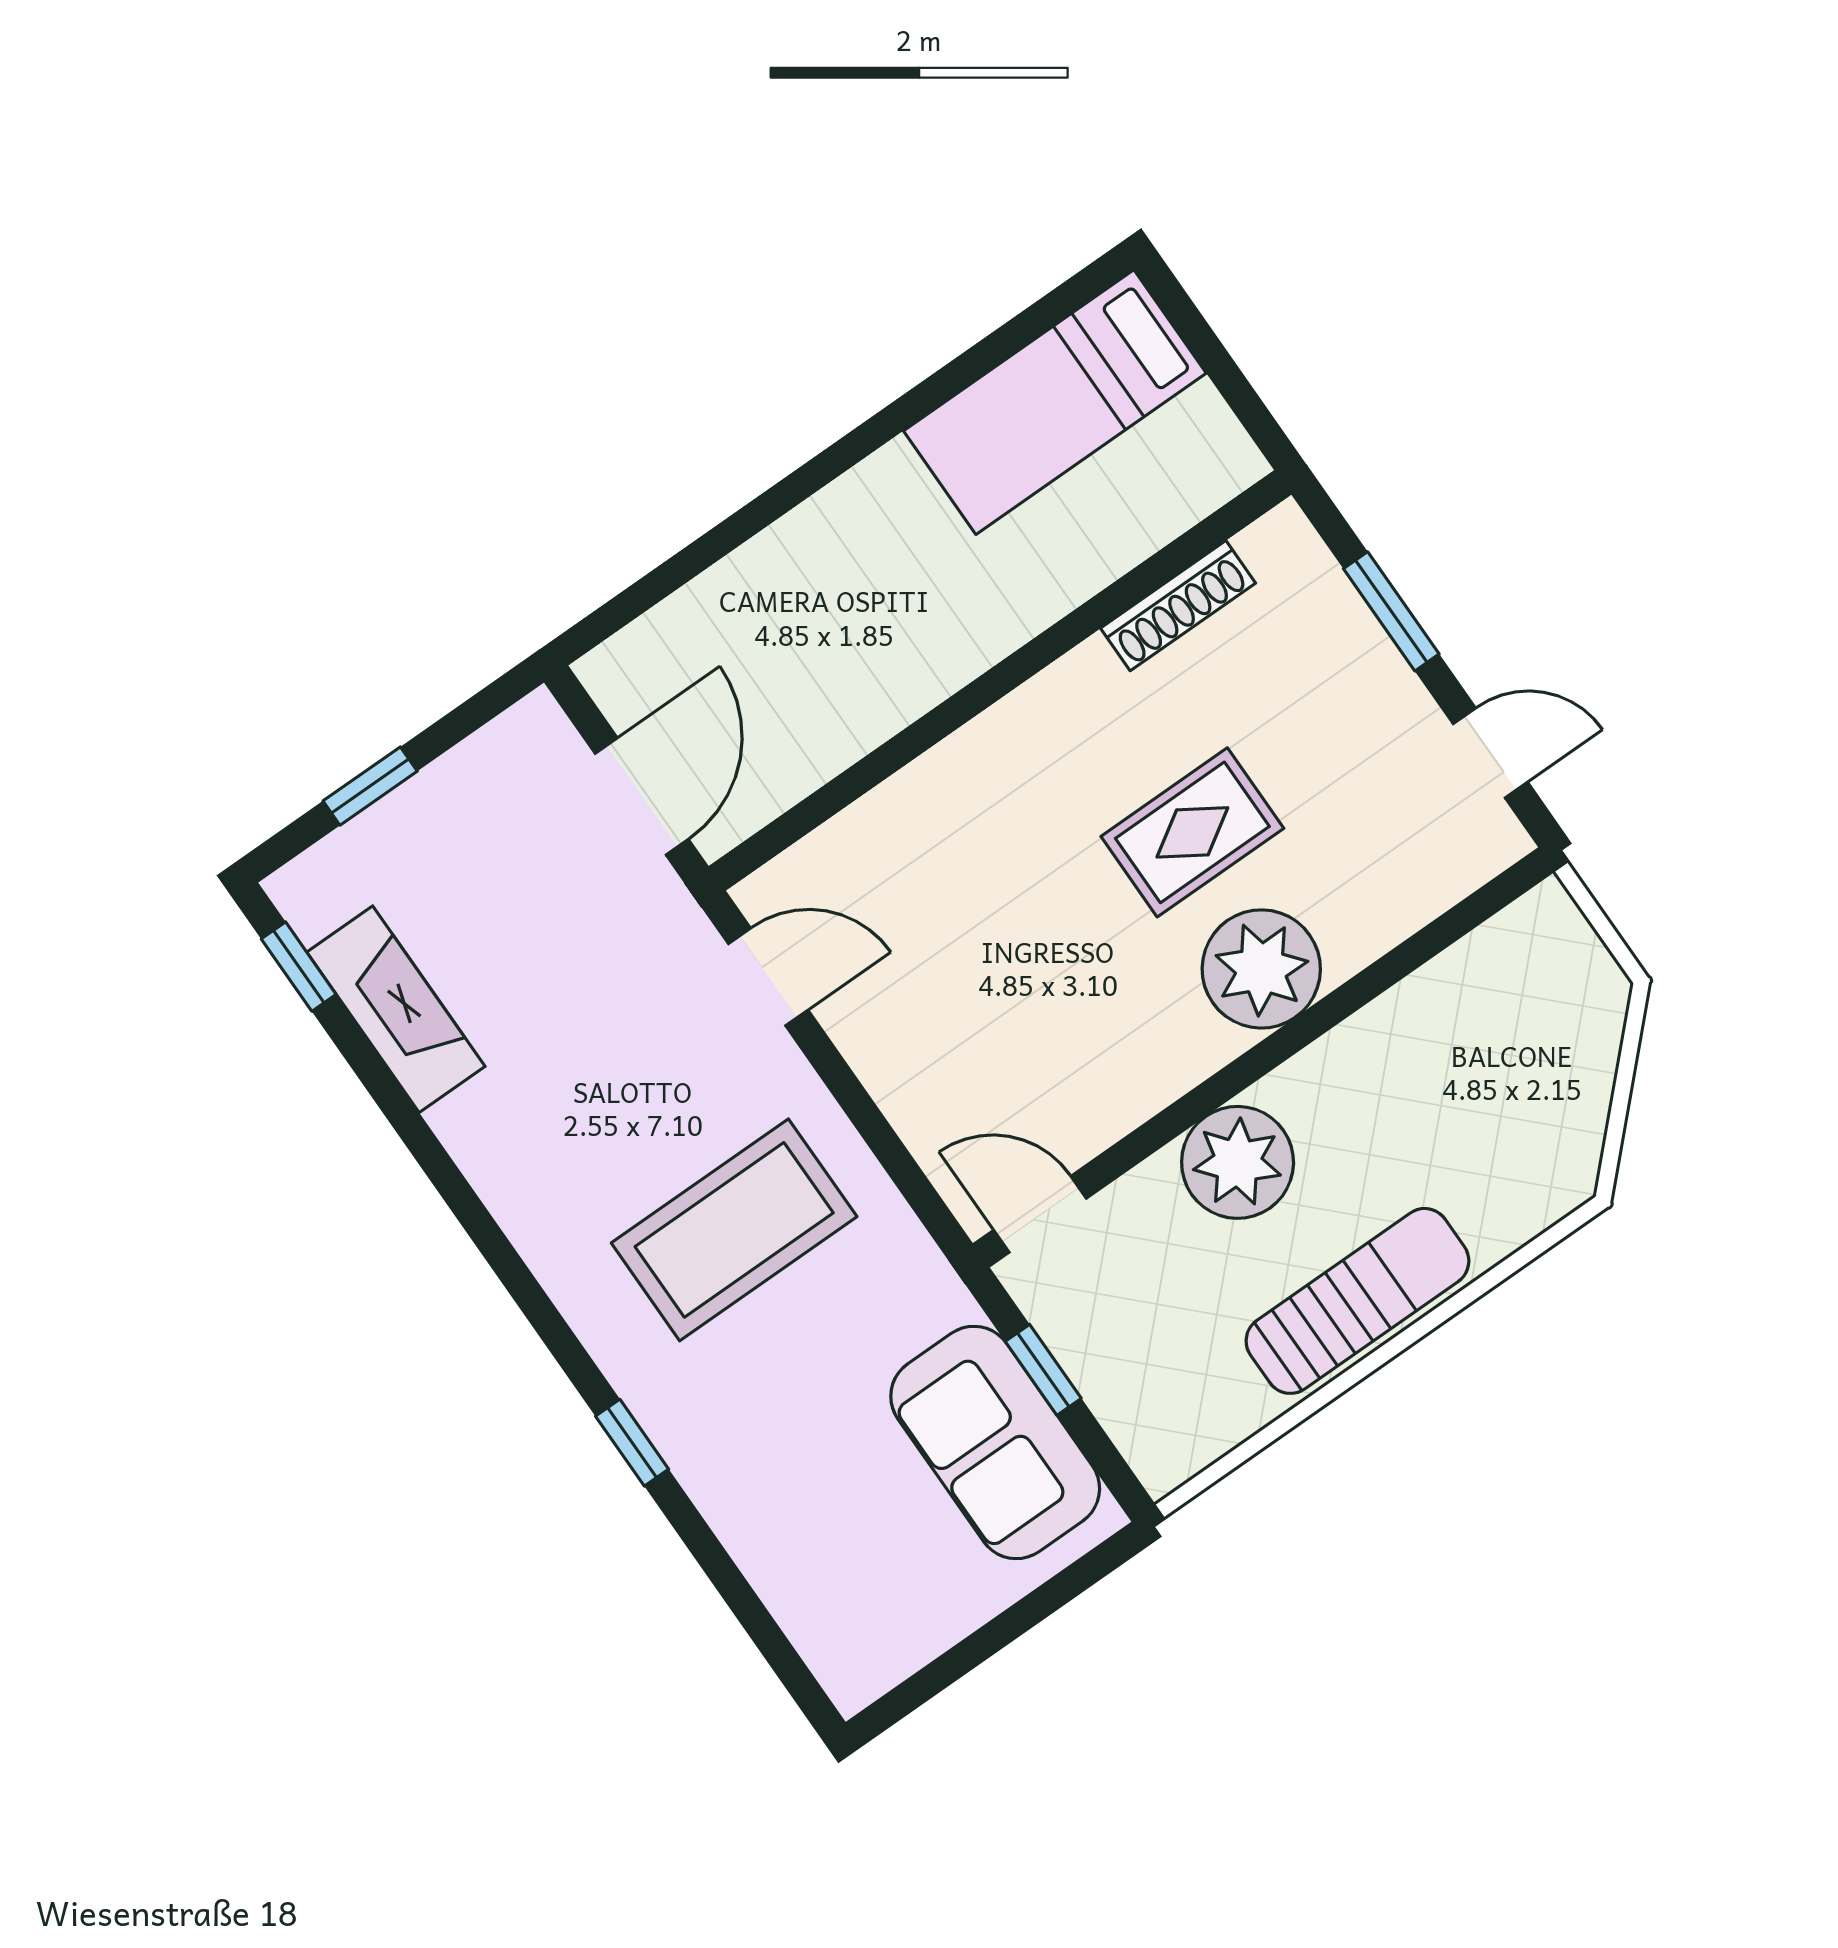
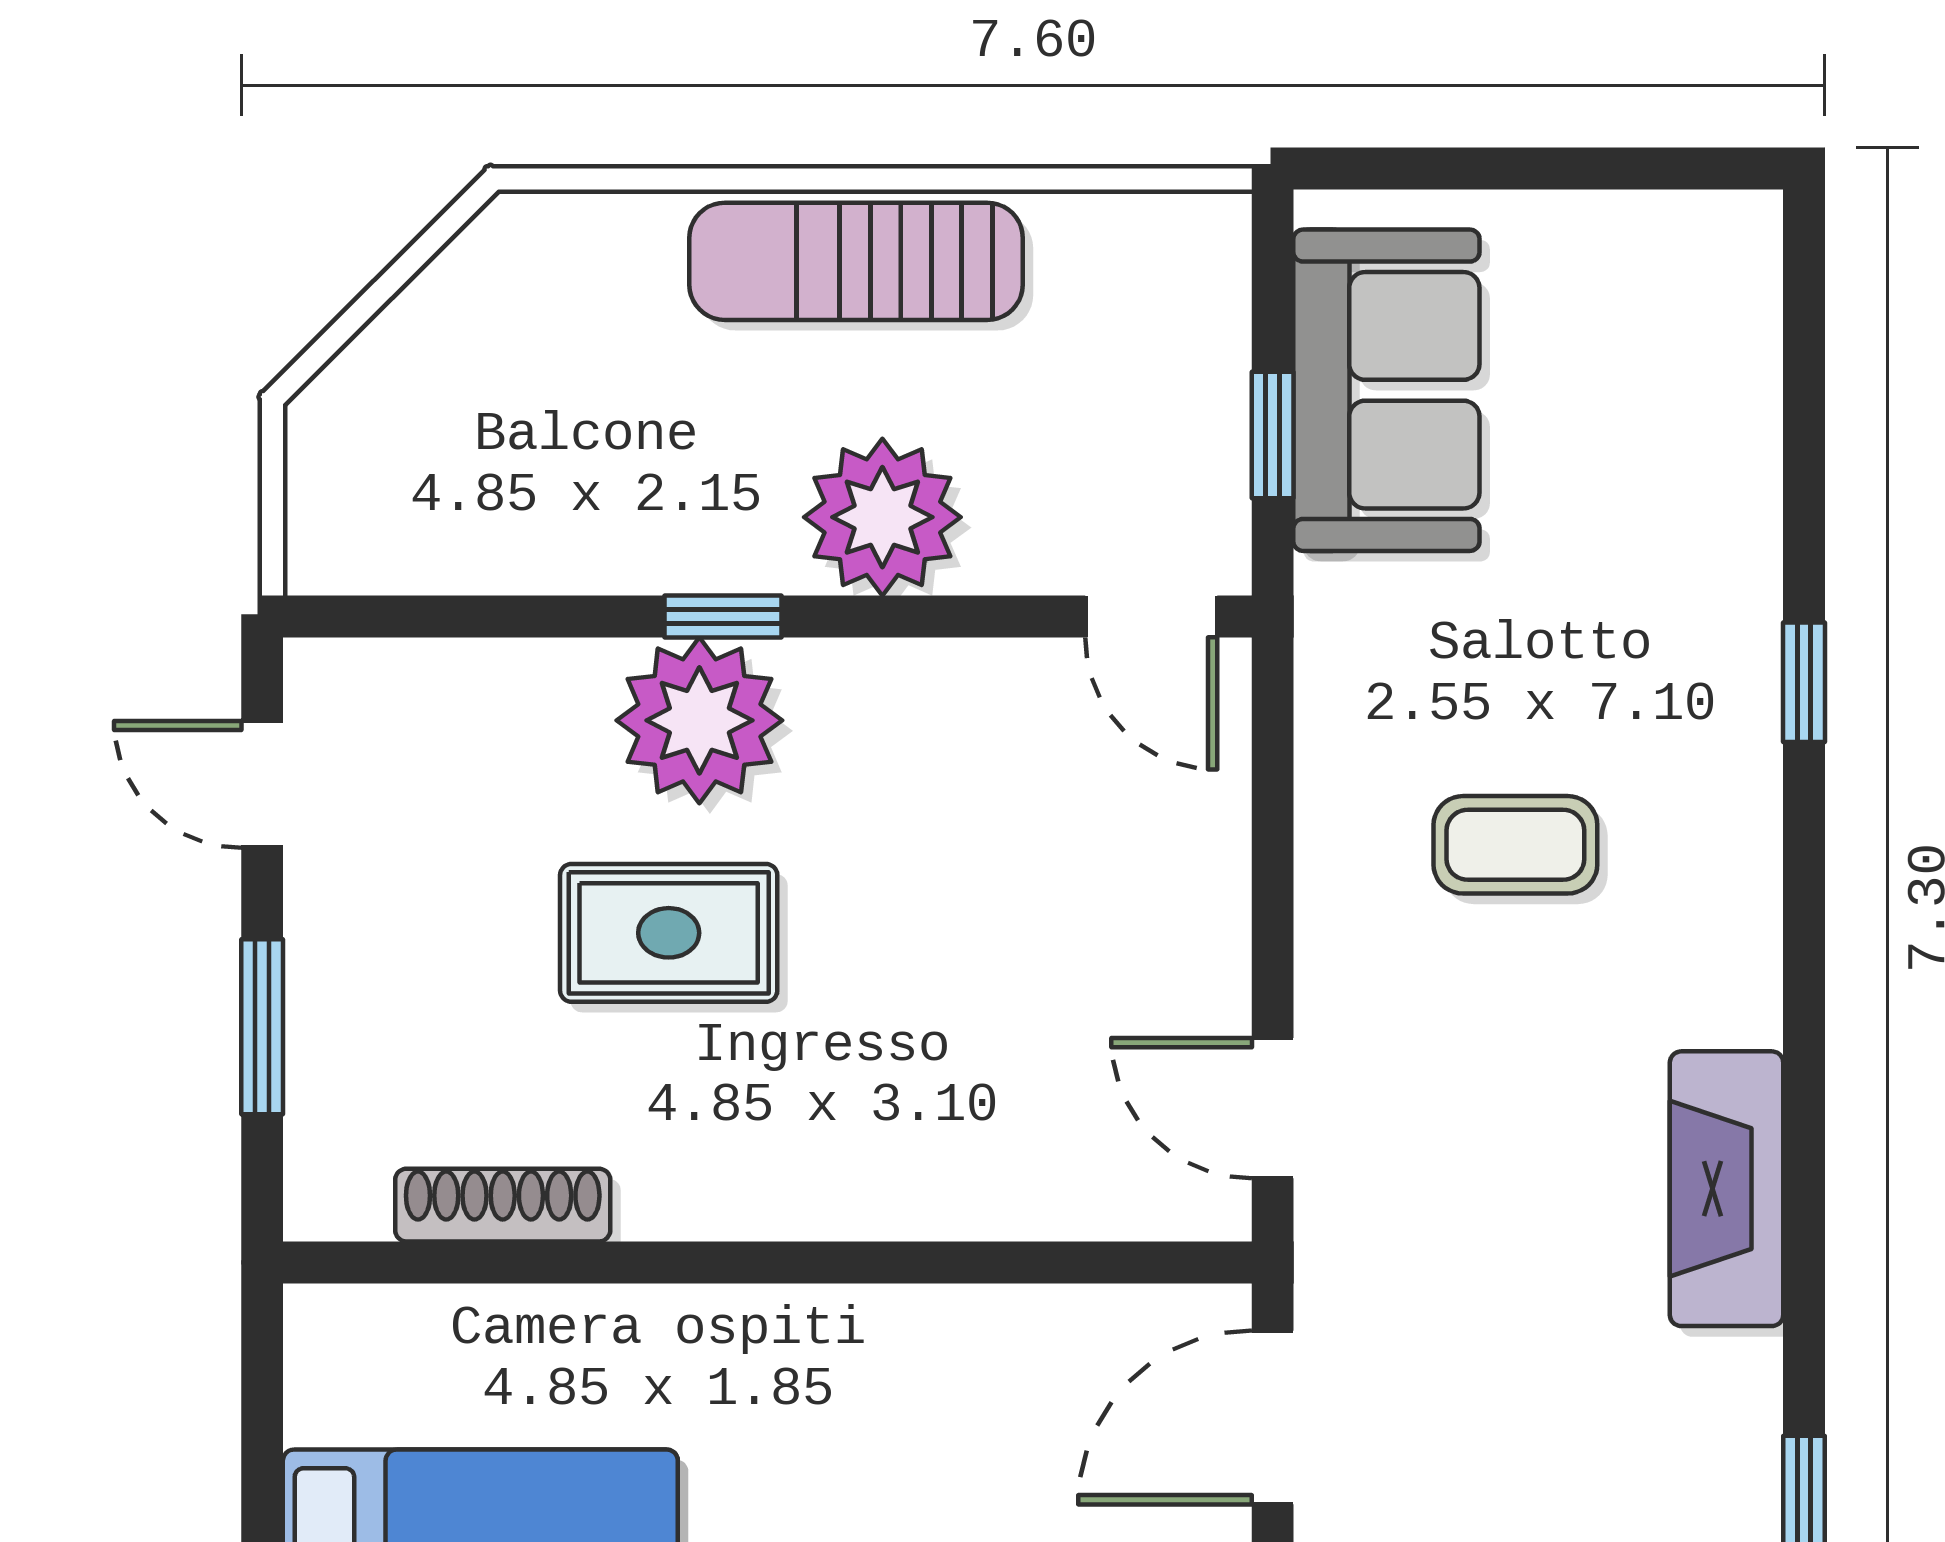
fireplace: (396, 1009) -> (1727, 1189), moved
window: (1290, 1039) -> (723, 617), added
coffee table: (734, 1230) -> (1515, 845), width x0.54, depth x0.58

